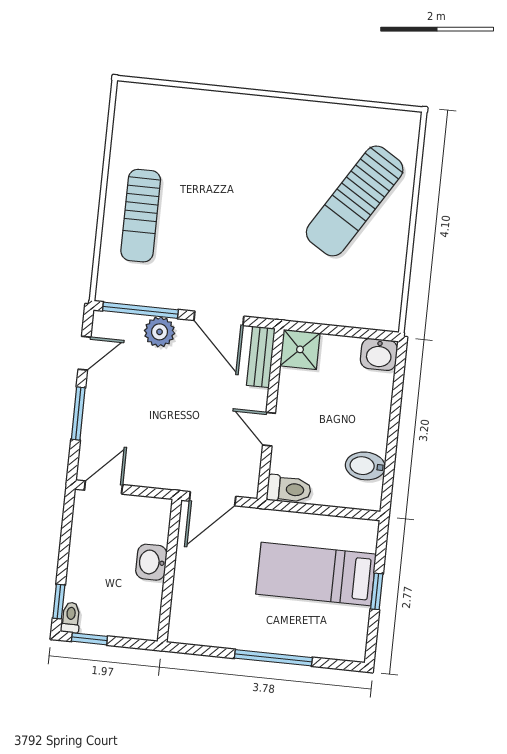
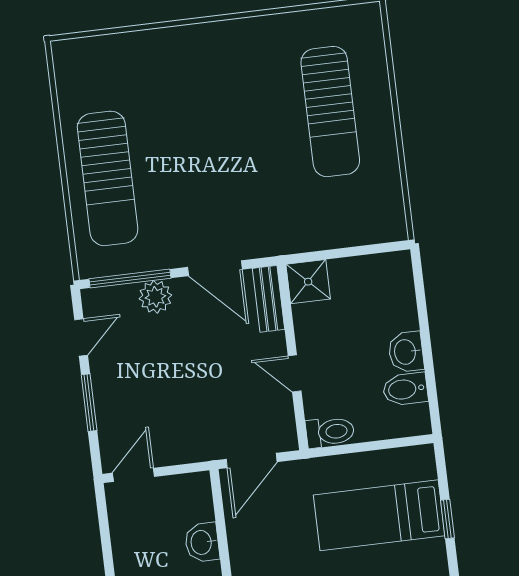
sun lounger: (355, 201) -> (330, 112), turned -32
sun lounger: (141, 216) -> (108, 178), width x1.36, depth x1.34
washbasin: (379, 354) -> (406, 352), moved, turned 90

